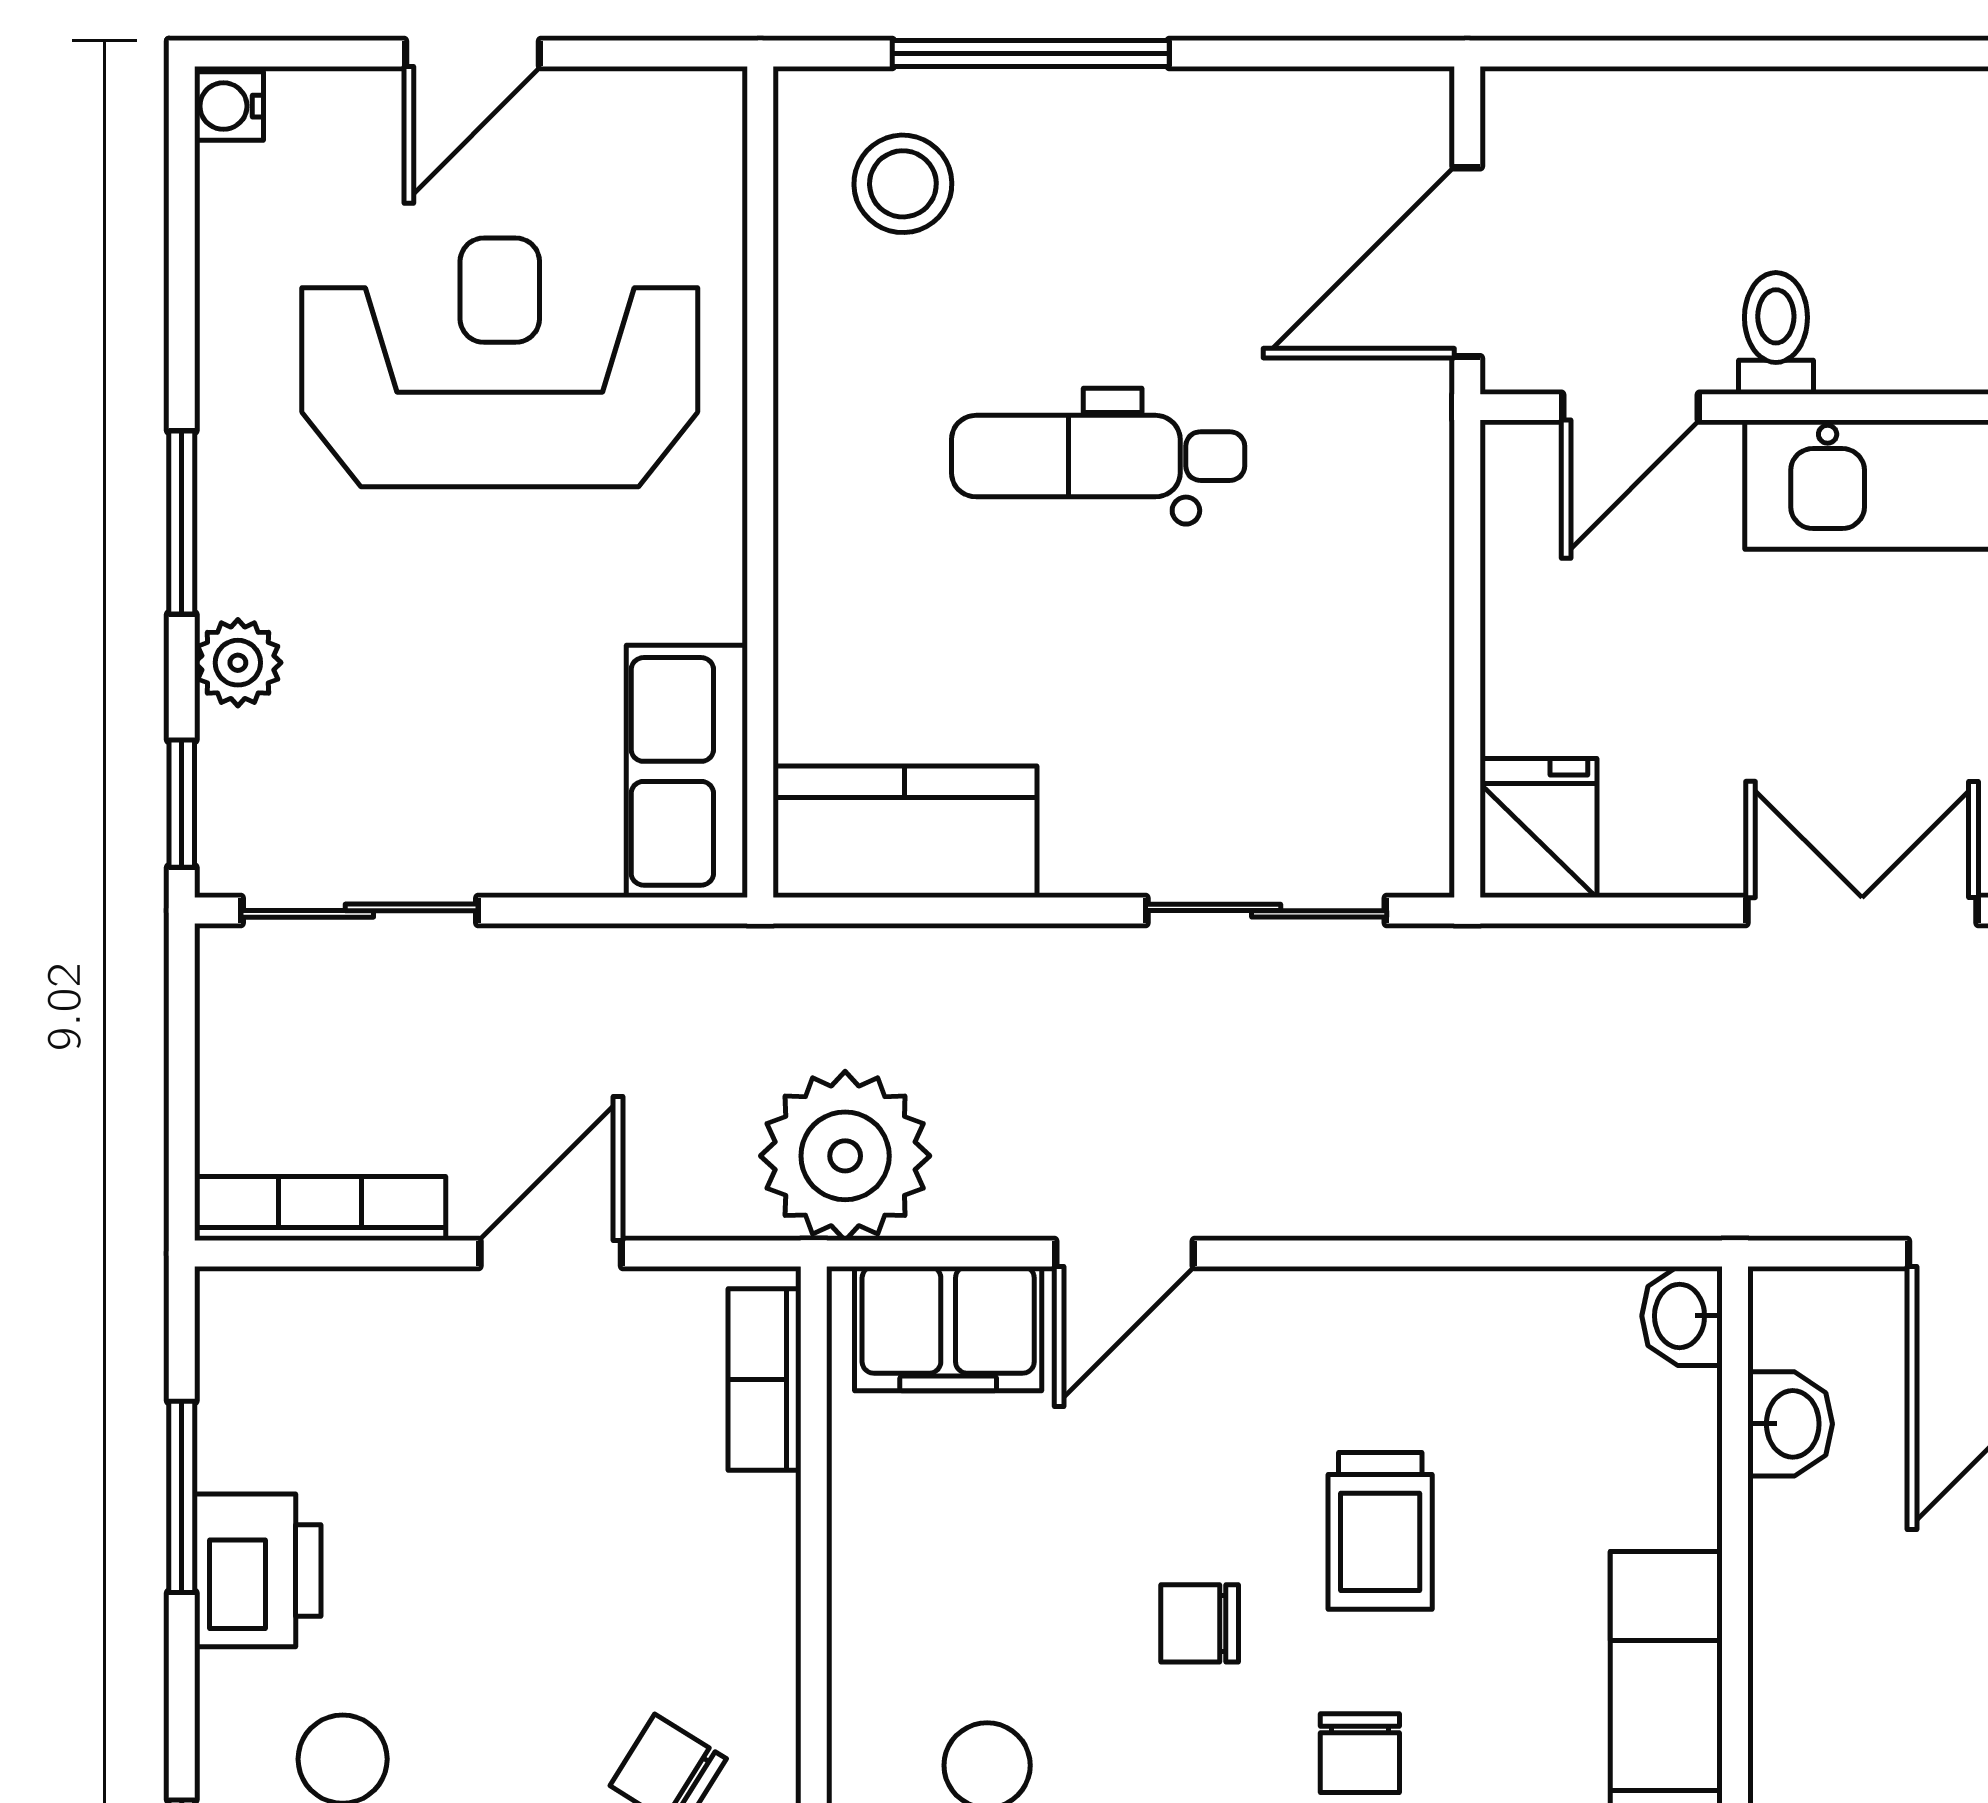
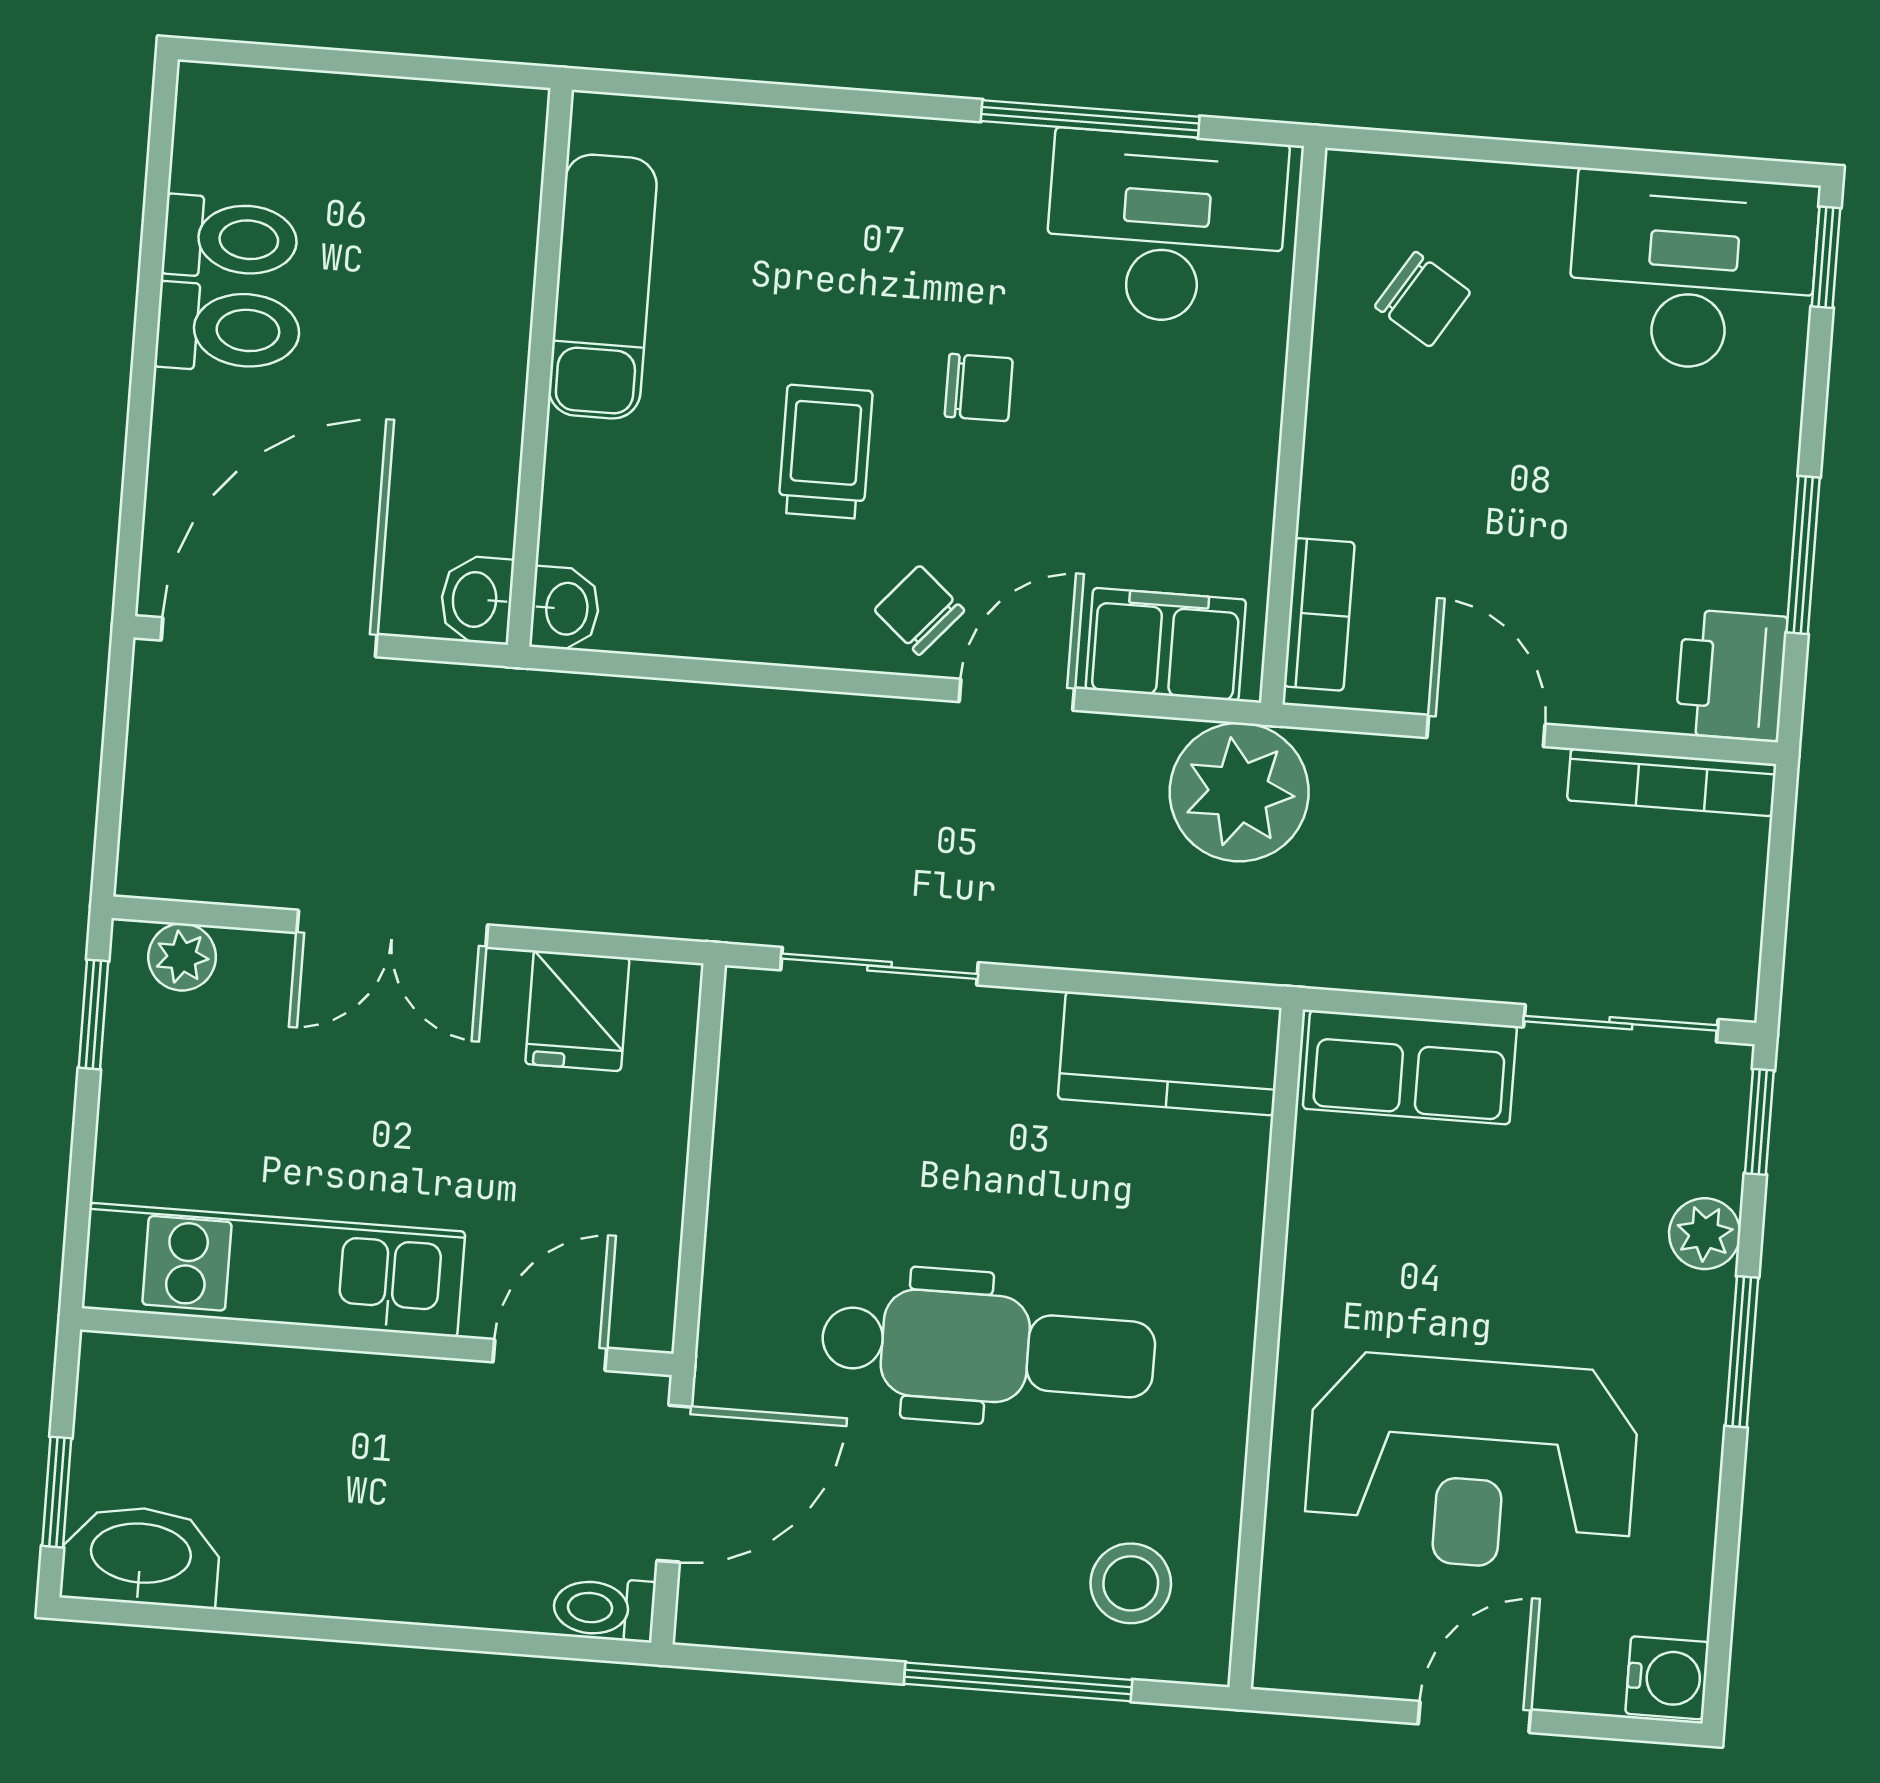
water cooler: (229, 106) -> (1667, 1678), width x1.38, depth x1.38
toilet: (1776, 333) -> (604, 1609), moved, turned 90
dental chair: (1098, 456) -> (988, 1348), width x1.36, depth x1.38
row of seats: (687, 771) -> (1410, 1067), moved, turned 90
fridge: (1538, 828) -> (577, 1011), moved
door: (551, 1253) -> (1486, 731), swing flipped
washbasin: (1790, 1424) -> (477, 600), moved
printer: (258, 1570) -> (1731, 675), moved
chair: (1360, 1753) -> (919, 610), moved, turned -49

